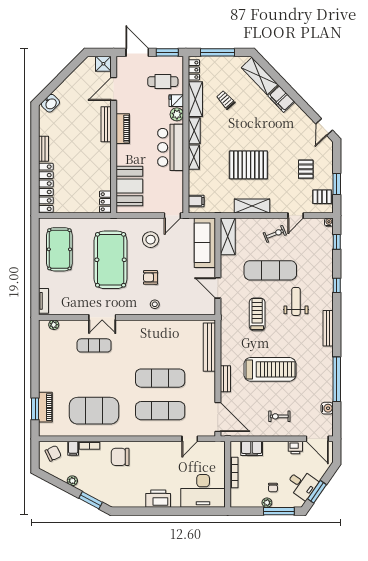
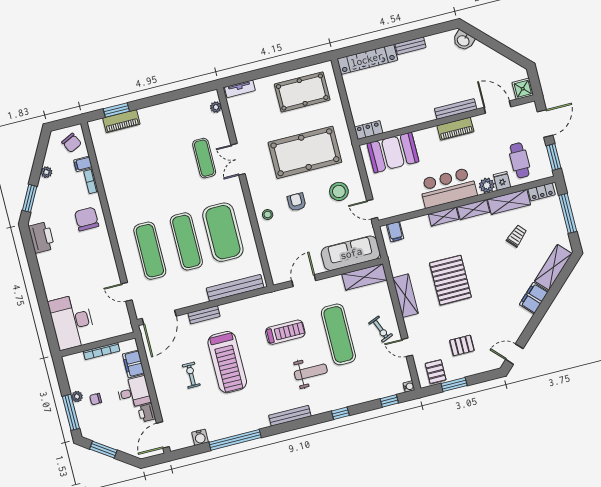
exercise mat: (94, 411) -> (223, 232), moved
exercise bike: (279, 416) -> (191, 375), moved
desk: (302, 484) -> (134, 392), moved, turned -125
printer: (158, 499) -> (42, 237), moved

